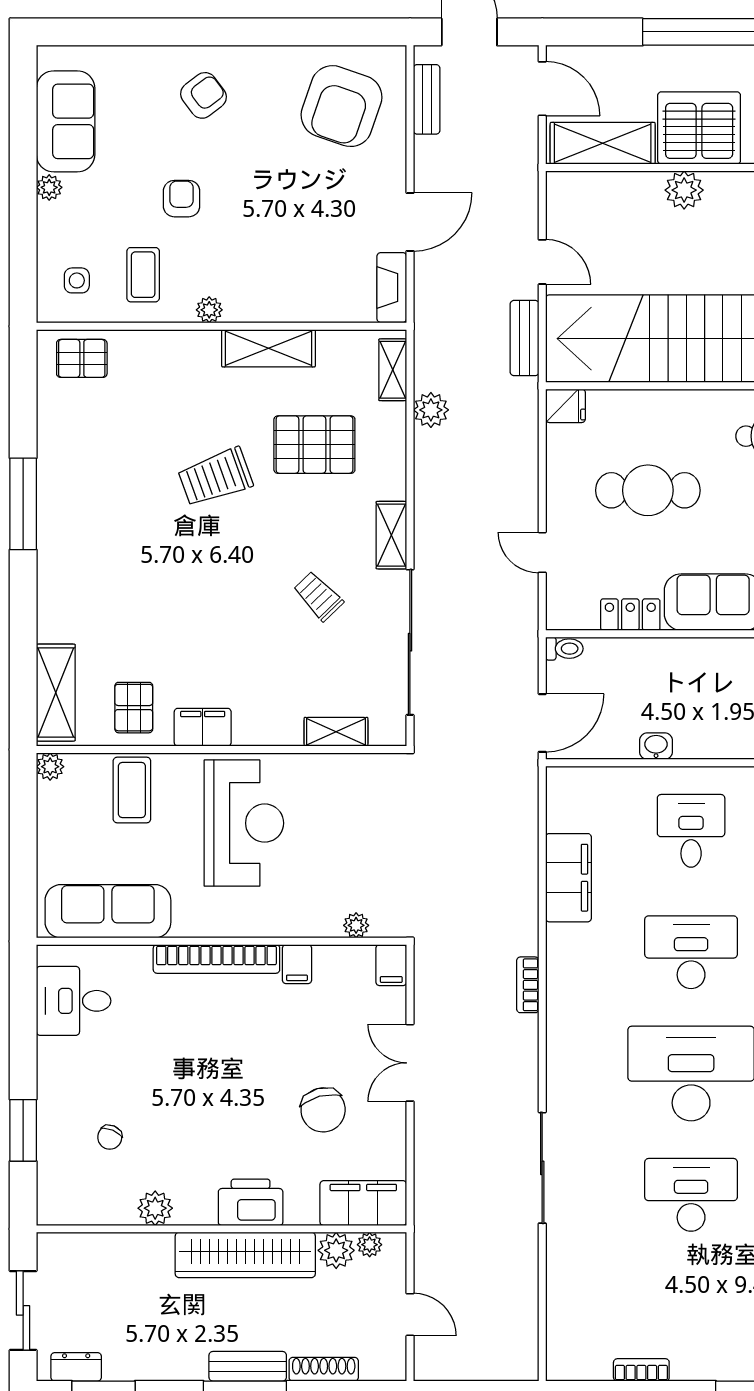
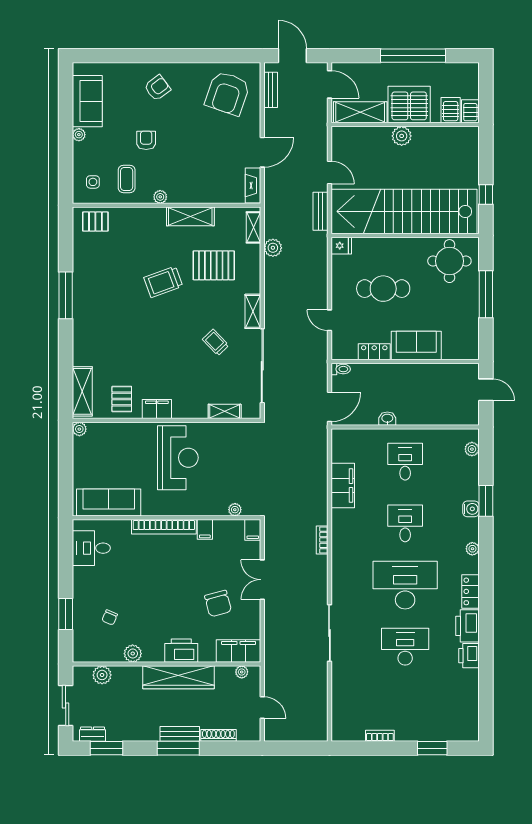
coffee table: (132, 790) -> (121, 441), removed
desk: (691, 952) -> (405, 523), width x0.73
plant: (336, 1250) -> (102, 675), moved

